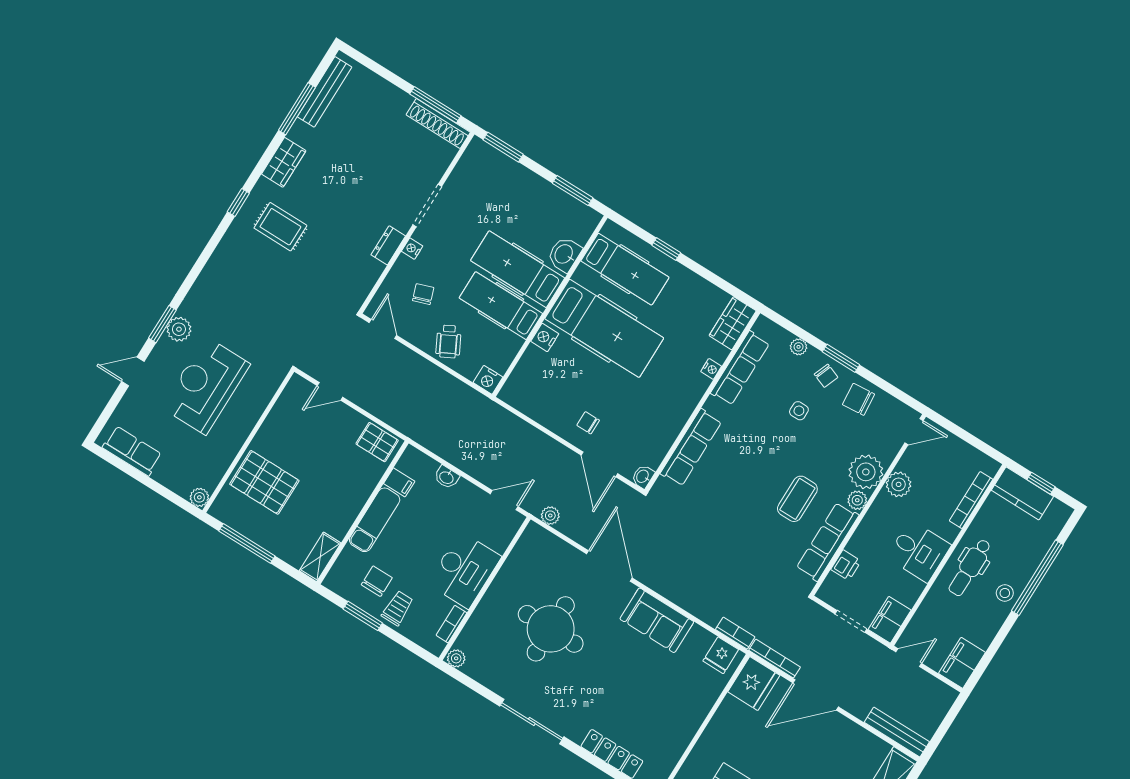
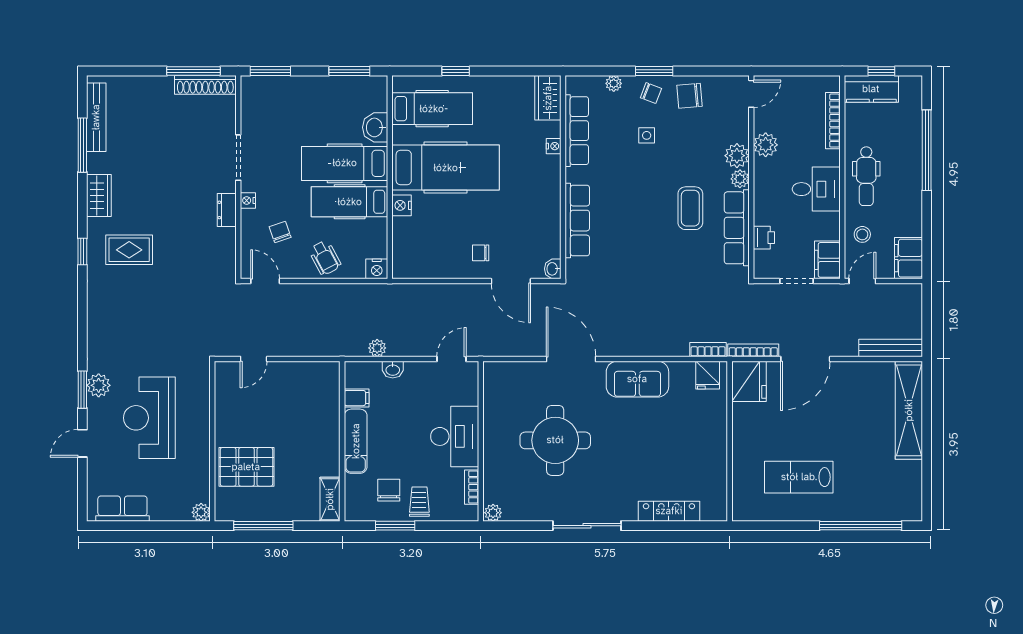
pallet: (377, 442) -> (318, 376), removed
plant: (866, 472) -> (737, 156), width x0.73, depth x0.73
plant: (550, 516) -> (377, 348), moved
stool: (1005, 593) -> (862, 234), moved

